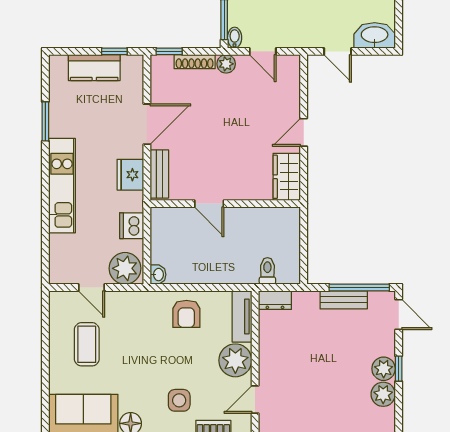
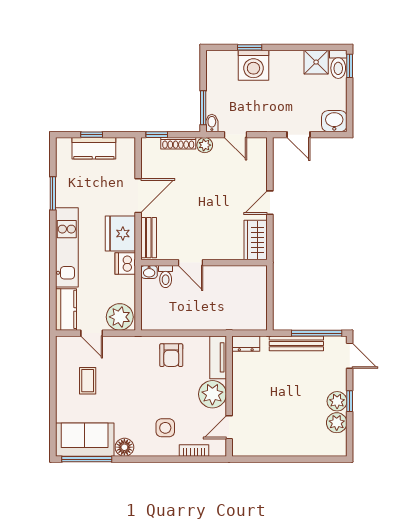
washbasin: (375, 35) -> (334, 121), width x0.72
window: (114, 51) -> (92, 135), moved
fridge: (130, 175) -> (120, 234), width x1.36, depth x1.34
dishwasher: (132, 226) -> (125, 263), moved
kitchen counter: (61, 259) -> (66, 309), added
toilet: (267, 271) -> (166, 277), moved, turned 180
washbasin: (158, 275) -> (149, 272), moved, turned 90
bench: (344, 300) -> (296, 343), width x1.36
coffee table: (87, 344) -> (88, 381), width x0.73, depth x0.77

